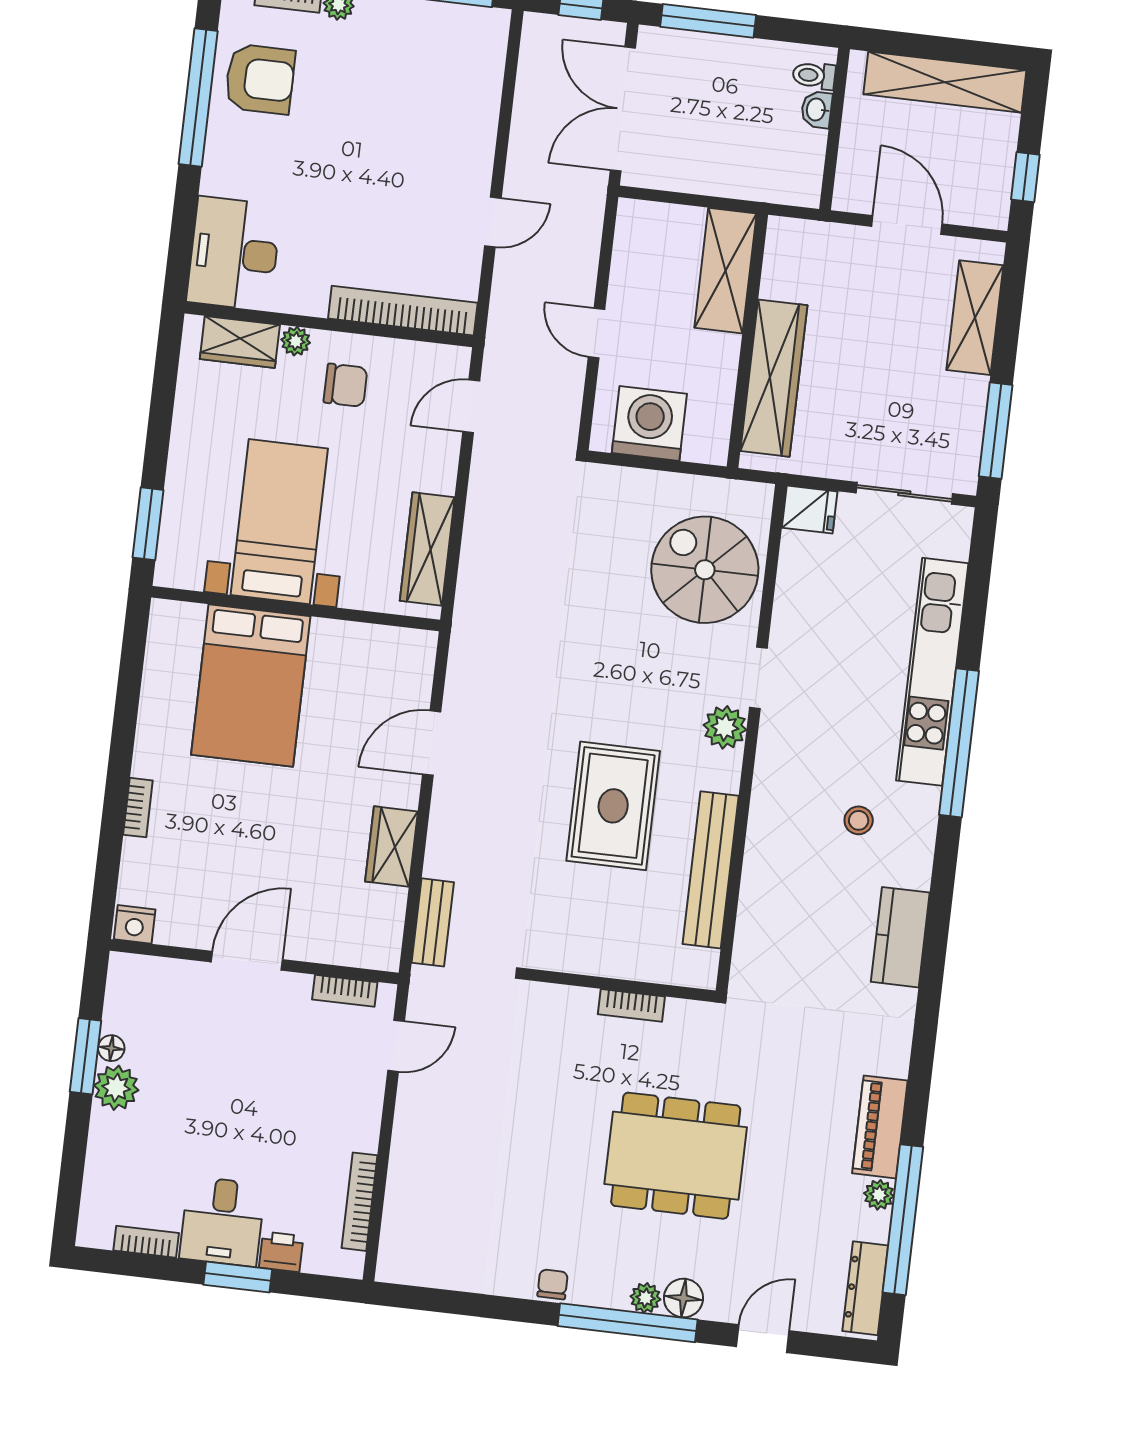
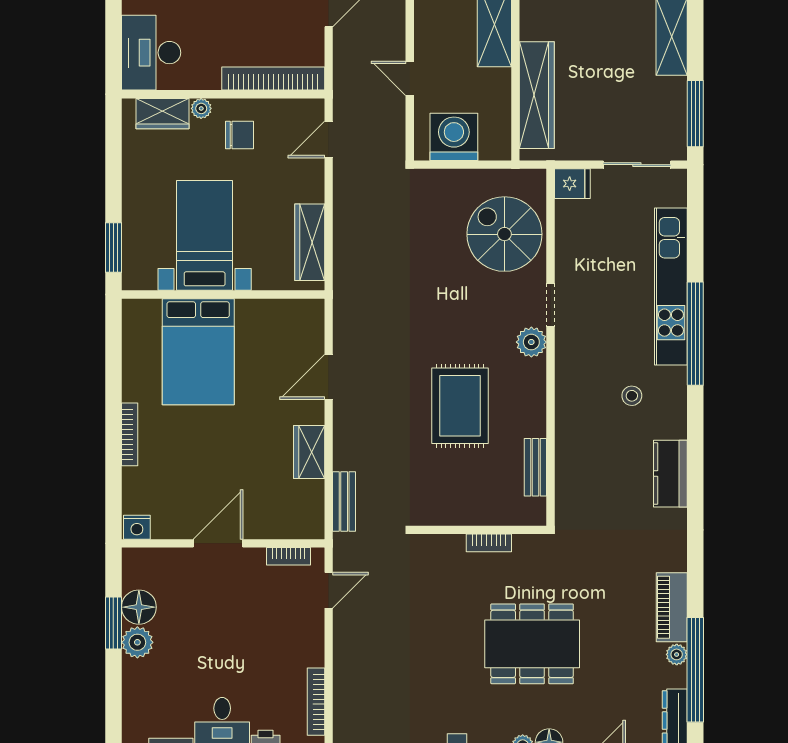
bookcase: (138, 808) -> (130, 434), width x1.56
bench: (711, 870) -> (535, 467), width x0.54, depth x0.82
floor lamp: (111, 1048) -> (139, 607), width x1.89, depth x1.89

